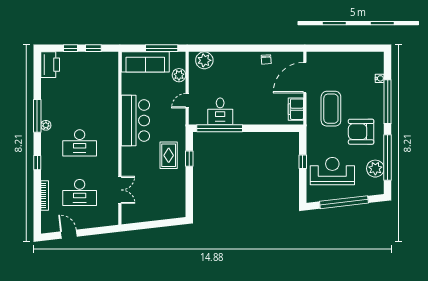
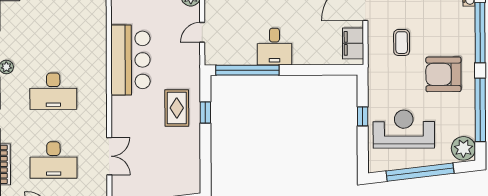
coffee table: (331, 109) -> (402, 43), width x0.54, depth x0.58
desk: (220, 111) -> (275, 47), moved
plant: (375, 169) -> (463, 148), moved

